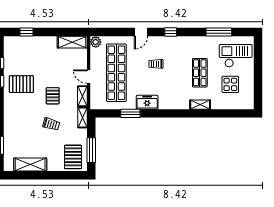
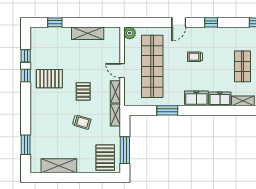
shelving: (72, 42) -> (88, 33), moved
freezer: (147, 102) -> (196, 98), moved
freezer: (179, 103) -> (220, 99), added

